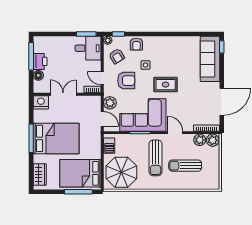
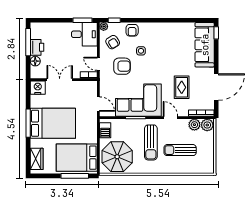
rug: (166, 85) -> (182, 87), moved, turned 90
plant: (110, 103) -> (106, 88), removed

